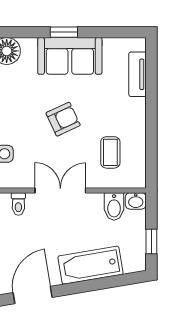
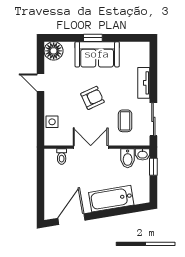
tv unit: (138, 74) -> (144, 83), moved
sliding door: (151, 150) -> (153, 119), added
window: (151, 241) -> (153, 167), moved

